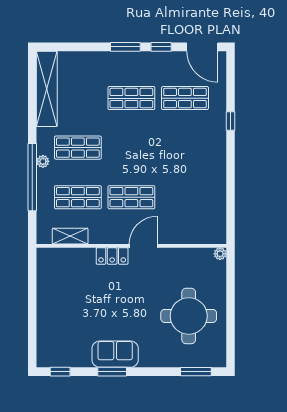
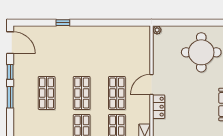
door: (202, 47) -> (10, 43), hinge flipped
shop shelf: (185, 98) -> (82, 93), moved
door: (143, 246) -> (151, 84), hinge flipped

